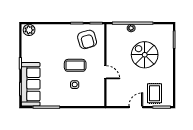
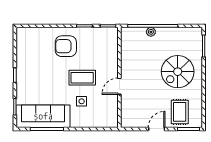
plant: (29, 30) -> (26, 34), removed
armchair: (87, 39) -> (66, 46), moved, turned 106
spiral stairs: (145, 55) -> (178, 72), moved, turned -90
door: (105, 72) -> (119, 86), swing flipped
sofa: (31, 84) -> (43, 116), moved, turned -90

